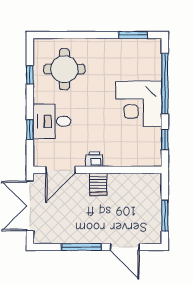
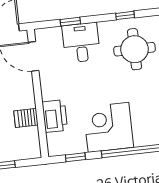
printer: (94, 159) -> (55, 116), moved, width x1.87, depth x1.48
server rack: (98, 184) -> (26, 118), moved

